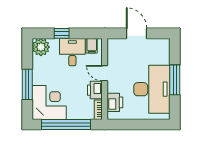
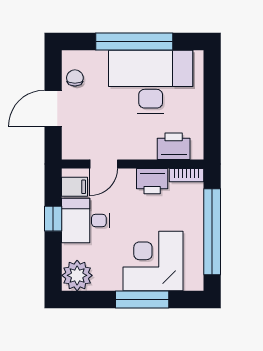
window: (62, 33) -> (53, 219), moved
chair: (154, 46) -> (75, 78), added
door: (105, 73) -> (104, 164), moved
window: (175, 80) -> (134, 42), width x1.46
corner desk: (49, 102) -> (153, 261), moved

